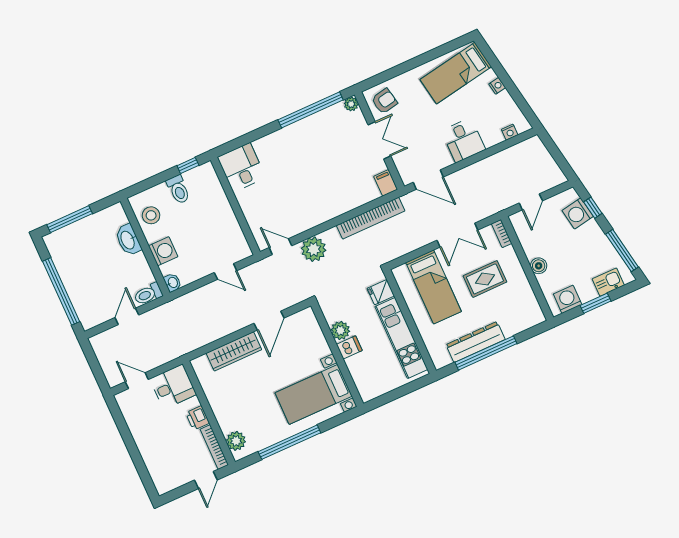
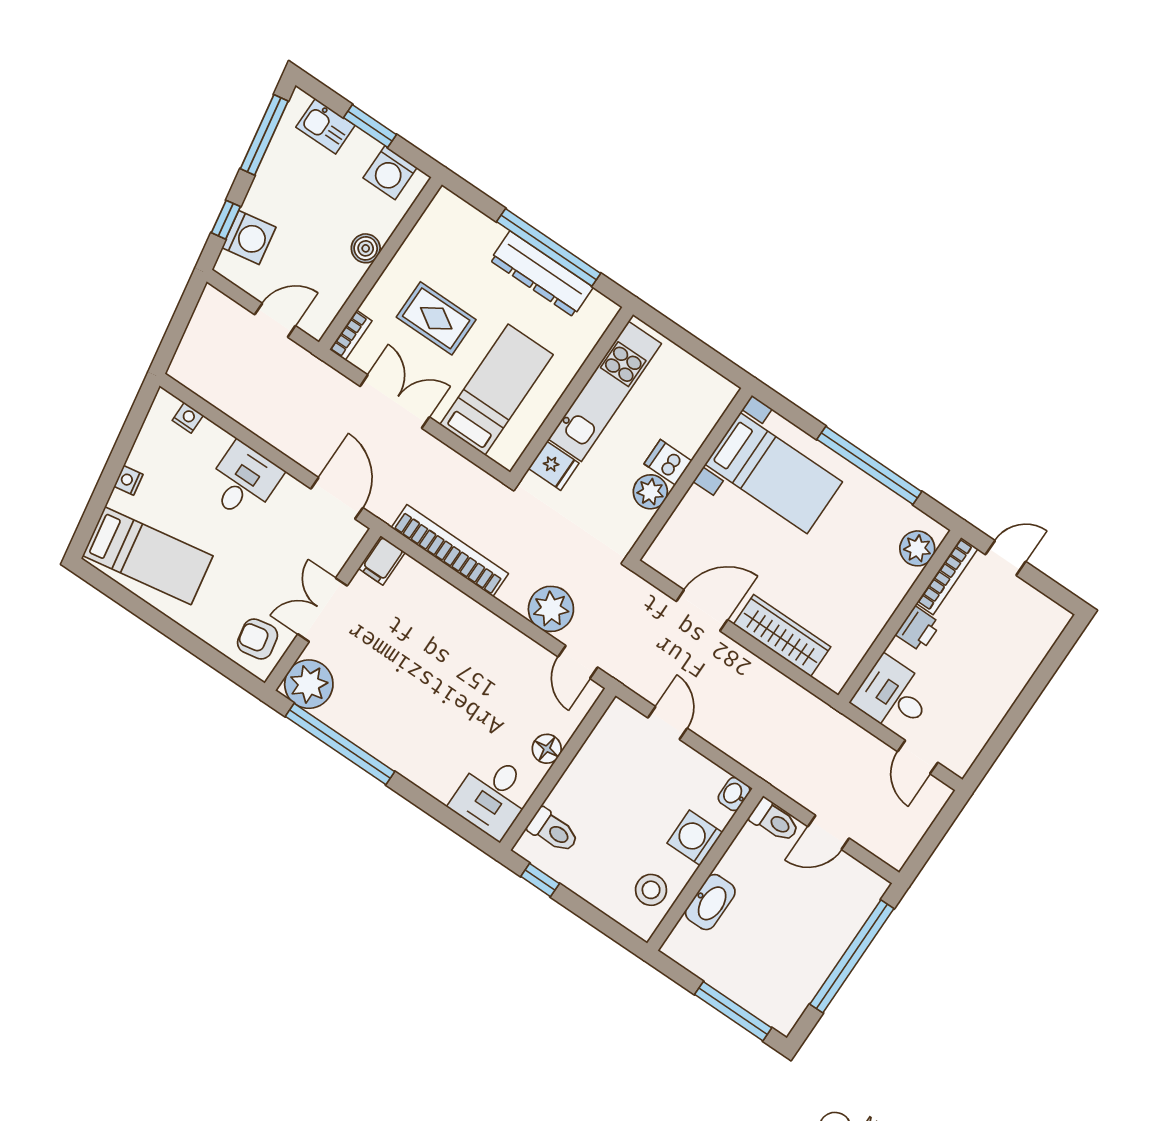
plant: (351, 104) -> (309, 684), width x1.87, depth x1.87
toilet: (178, 189) -> (553, 831), moved, turned 90
floor lamp: (248, 207) -> (547, 749), added

